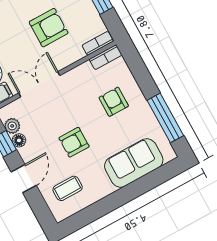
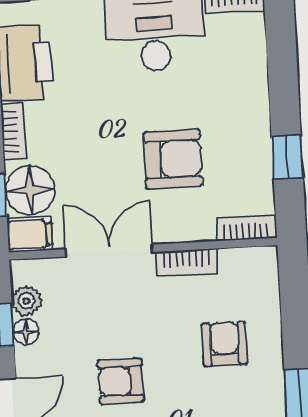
bookcase: (106, 57) -> (186, 262), moved

